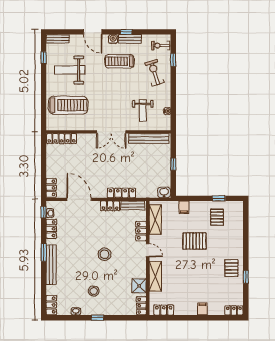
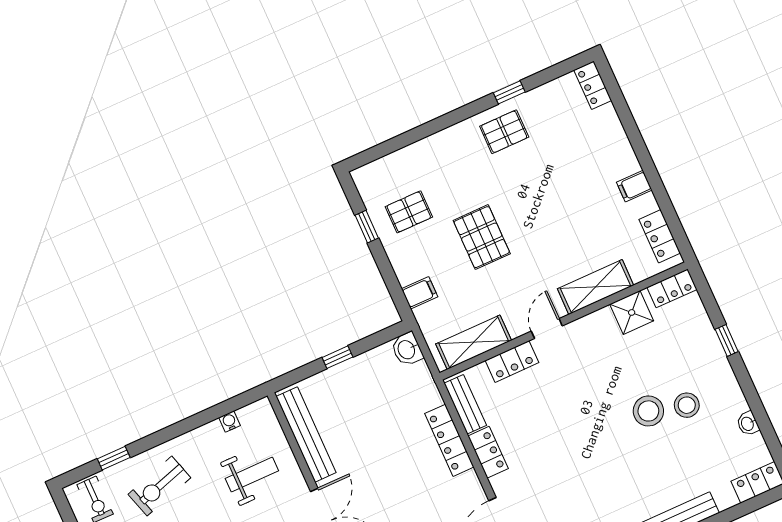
stool: (104, 254) -> (648, 411), moved
filing cabinet: (202, 309) -> (634, 186), moved
window: (97, 318) -> (727, 340), moved

